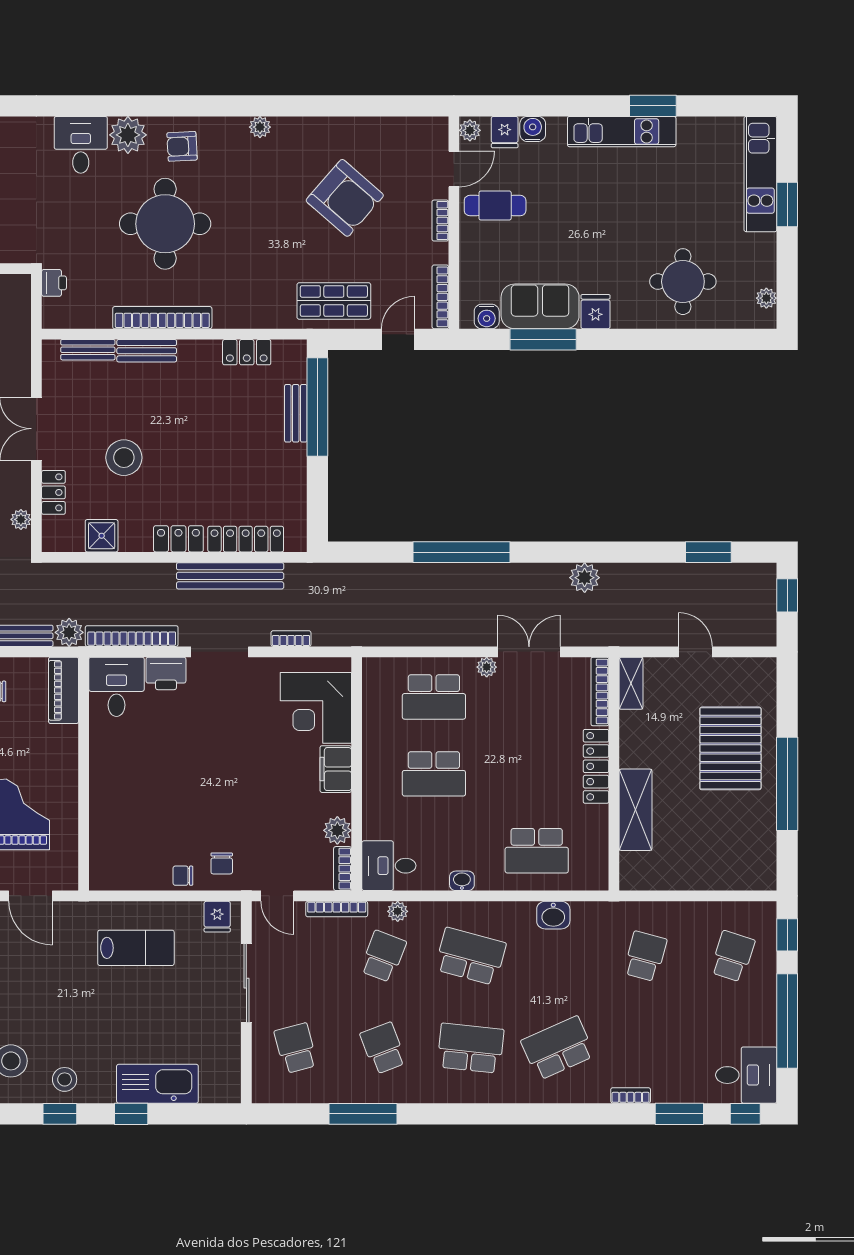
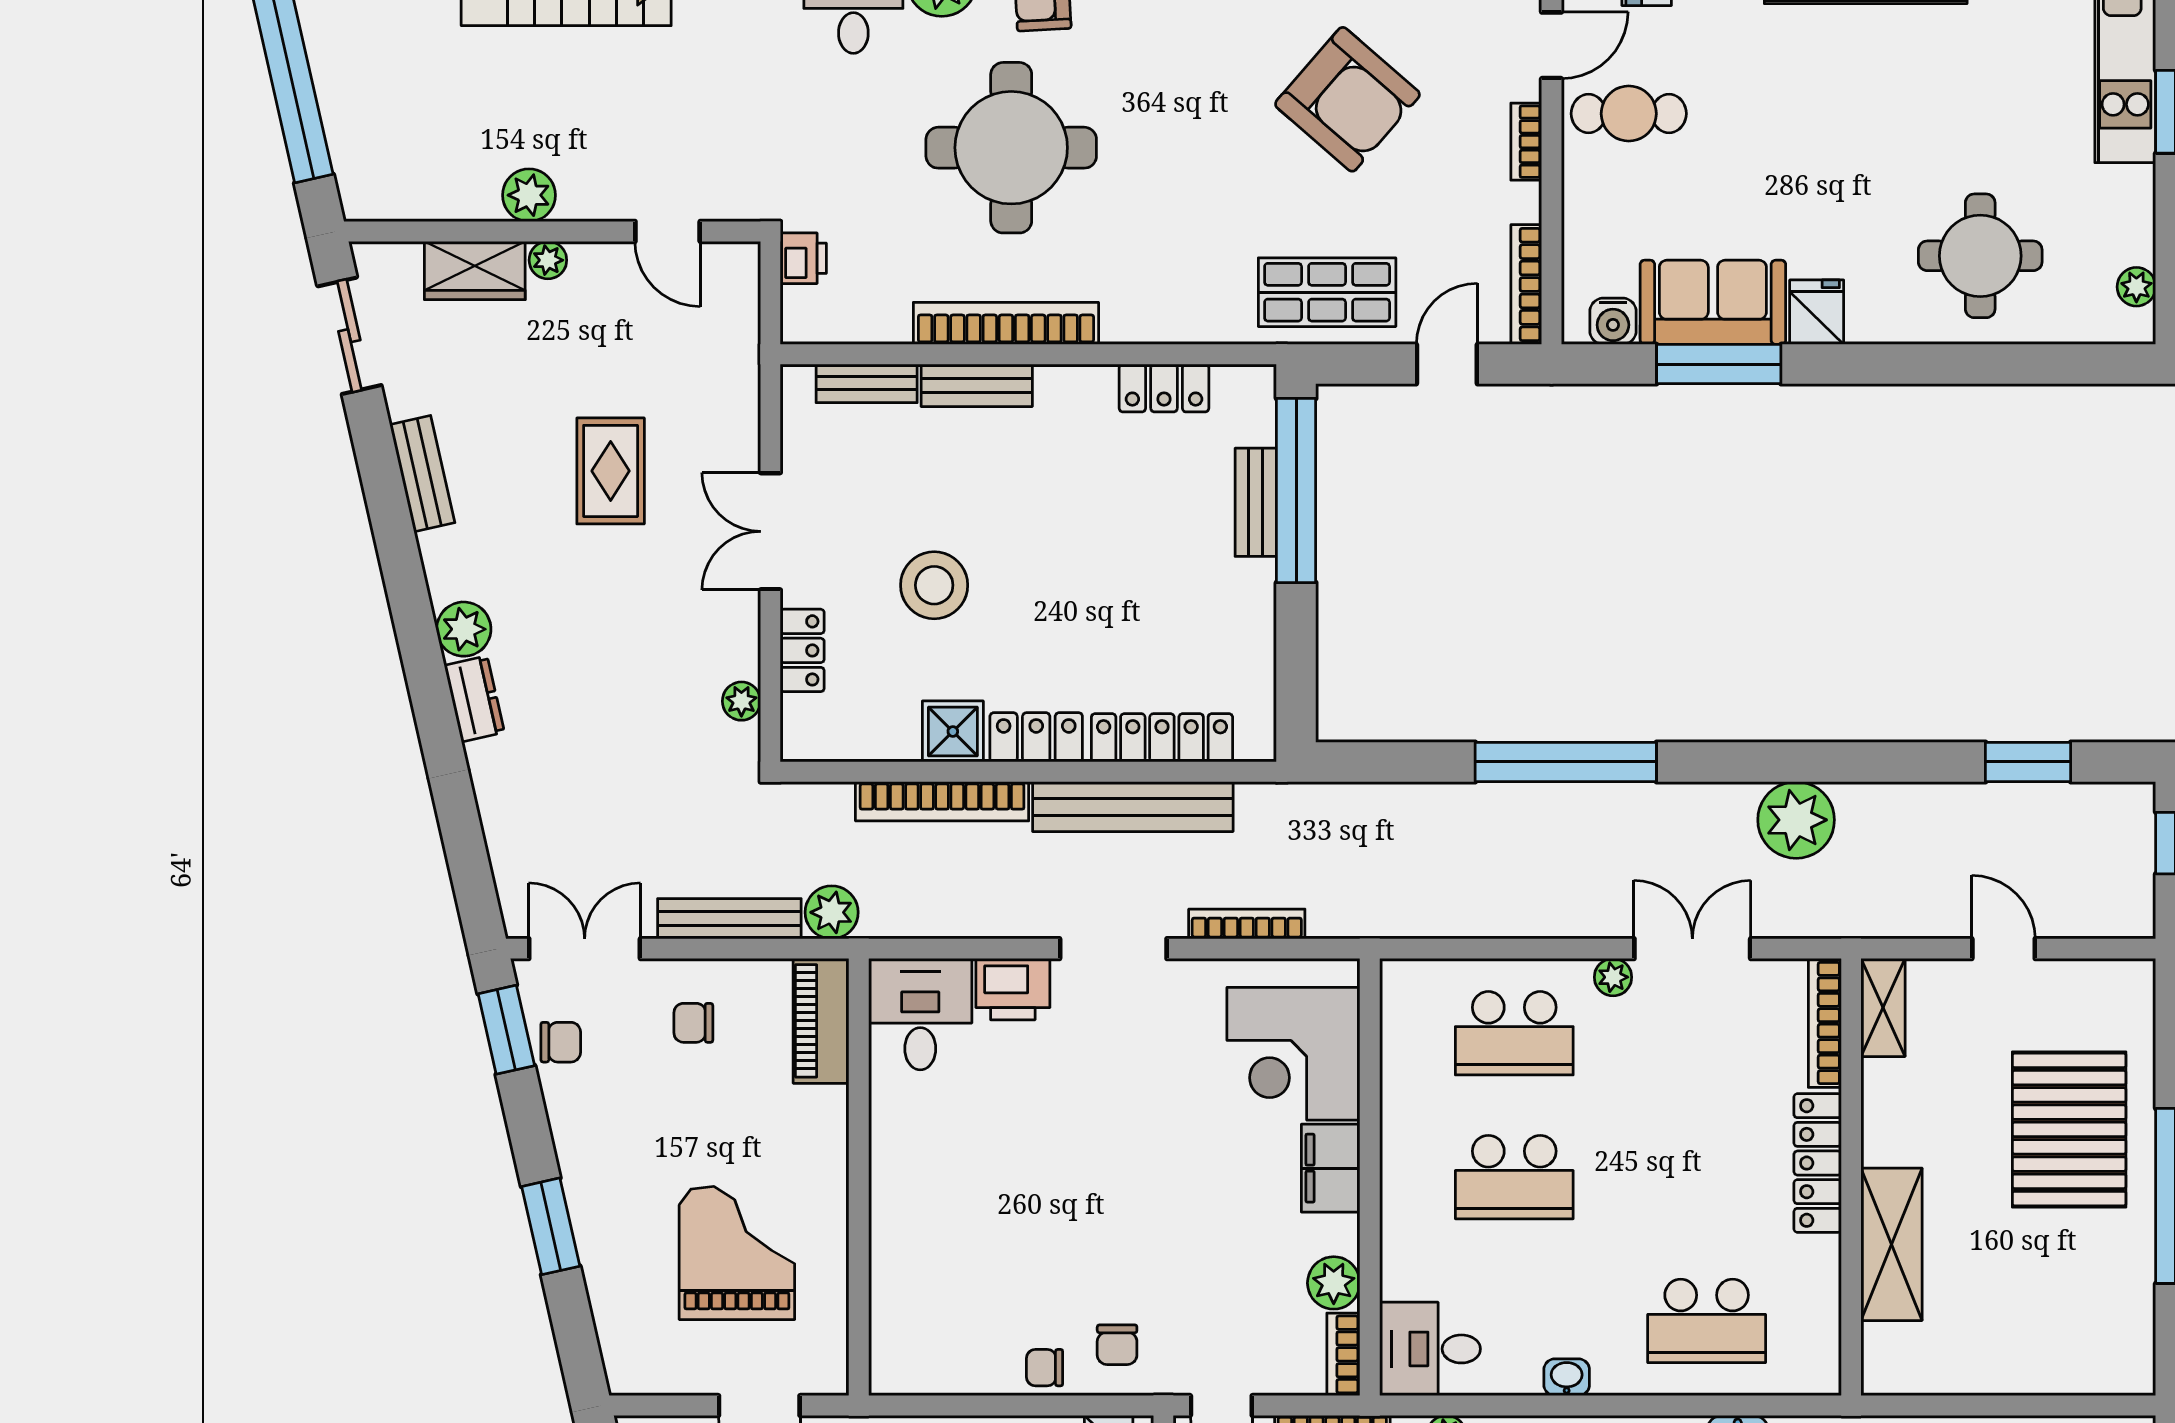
shower: (102, 536) -> (953, 731), moved
plant: (585, 578) -> (1796, 820), width x1.36, depth x1.36
bookcase: (132, 636) -> (942, 801), moved, turned 180
bookcase: (291, 639) -> (1247, 924), width x1.56

